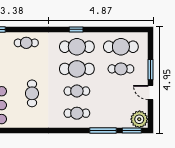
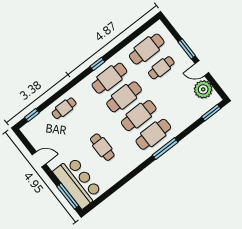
cafe table: (77, 91) -> (139, 116), width x1.37, depth x1.35
cafe table: (77, 113) -> (153, 134), width x1.37, depth x1.35
plant: (139, 119) -> (203, 89), moved
window: (103, 130) -> (165, 149), moved

